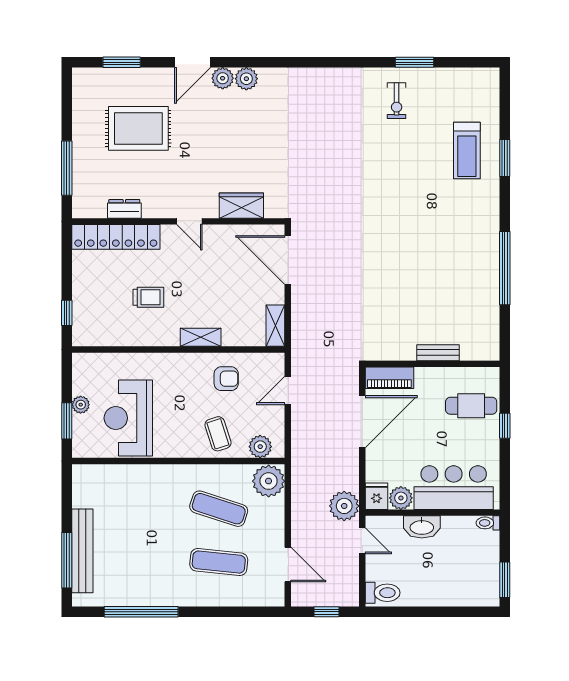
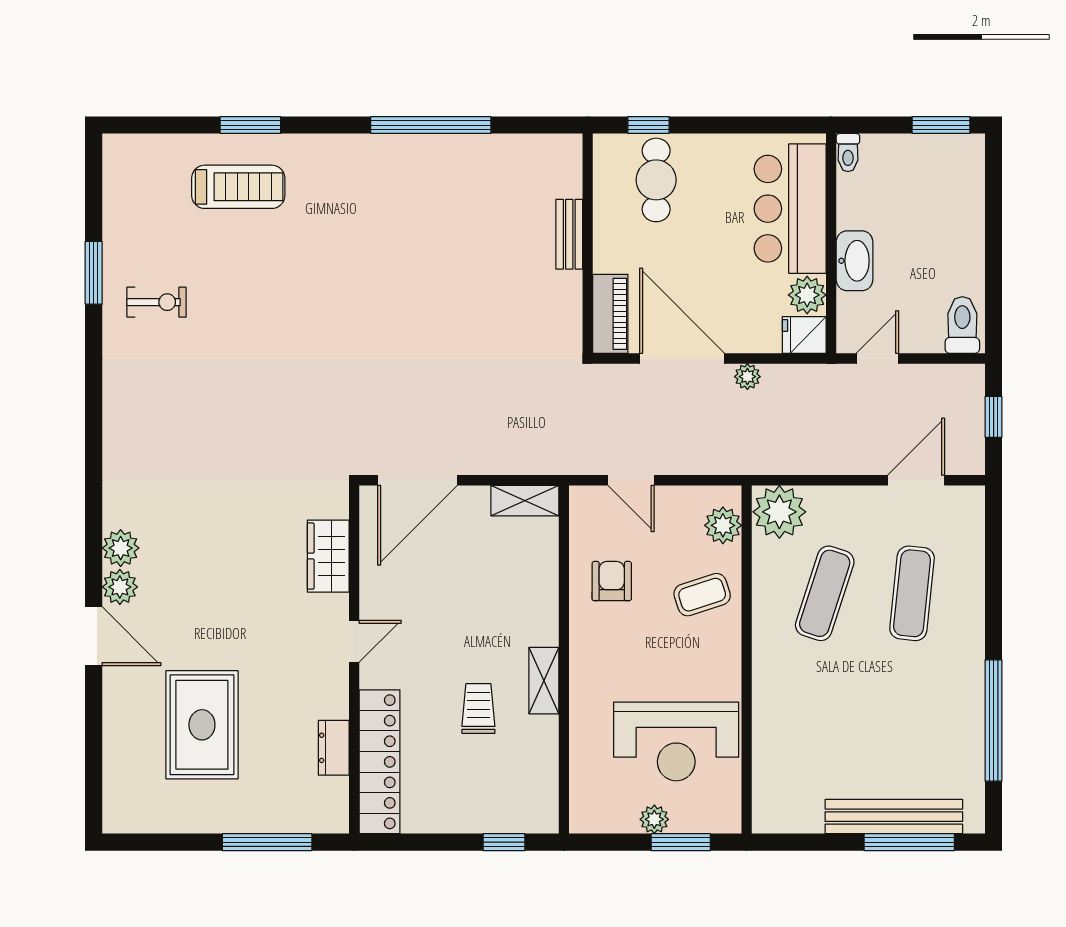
window: (122, 62) -> (94, 752), removed
shelving: (201, 337) -> (544, 681), moved
window: (505, 426) -> (648, 125), moved
plant: (344, 506) -> (747, 377), moved, width x0.53, depth x0.53

